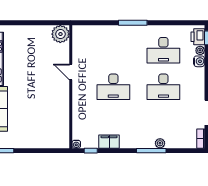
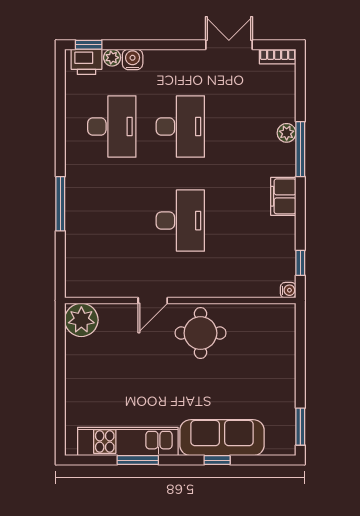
window: (133, 23) -> (60, 204), moved
round table: (53, 97) -> (200, 333), added
filing cabinet: (109, 142) -> (283, 196), moved

